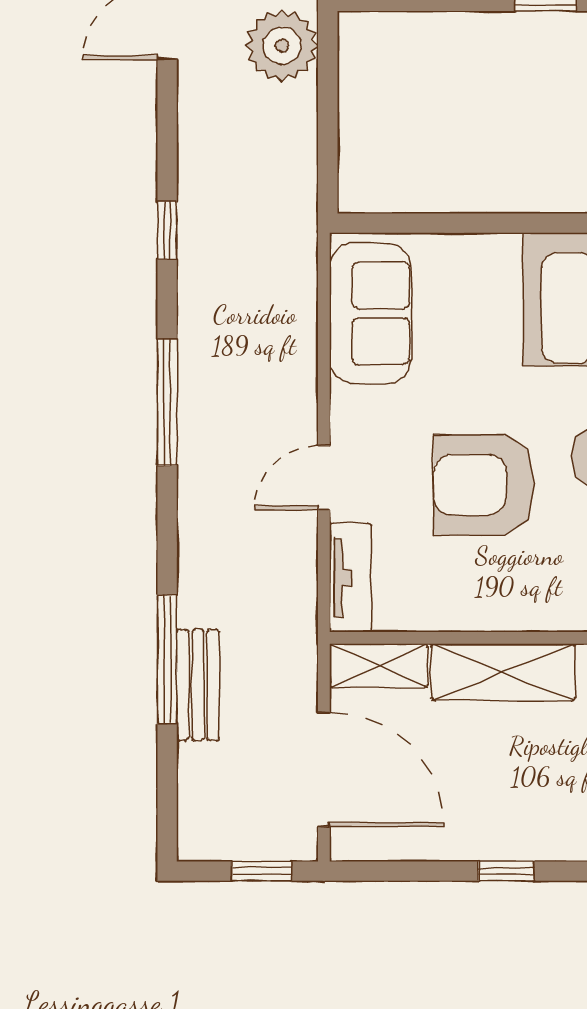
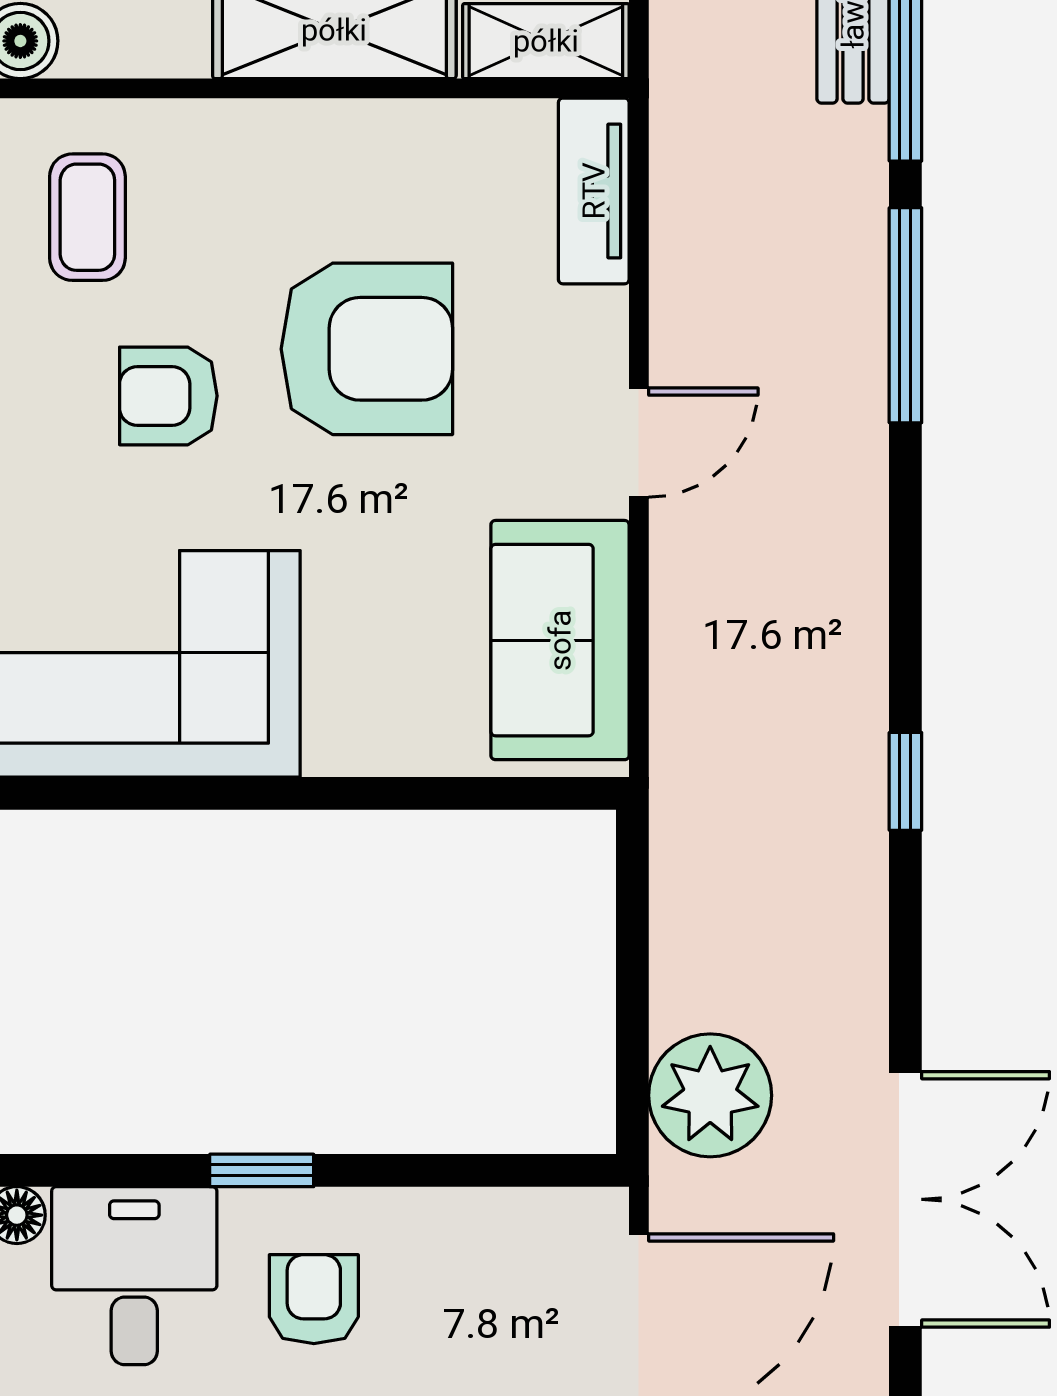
window: (167, 402) -> (905, 315), moved
door: (324, 478) -> (639, 443), moved

